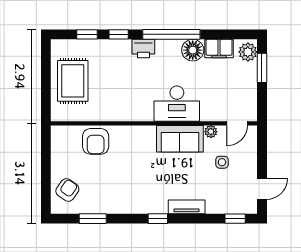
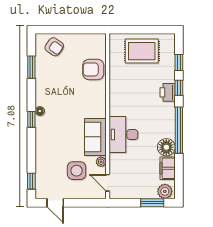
printer: (143, 49) -> (168, 92), moved
side table: (222, 162) -> (77, 171), width x1.87, depth x1.87
tv unit: (187, 207) -> (41, 142), removed
floor lamp: (148, 208) -> (40, 111), added

